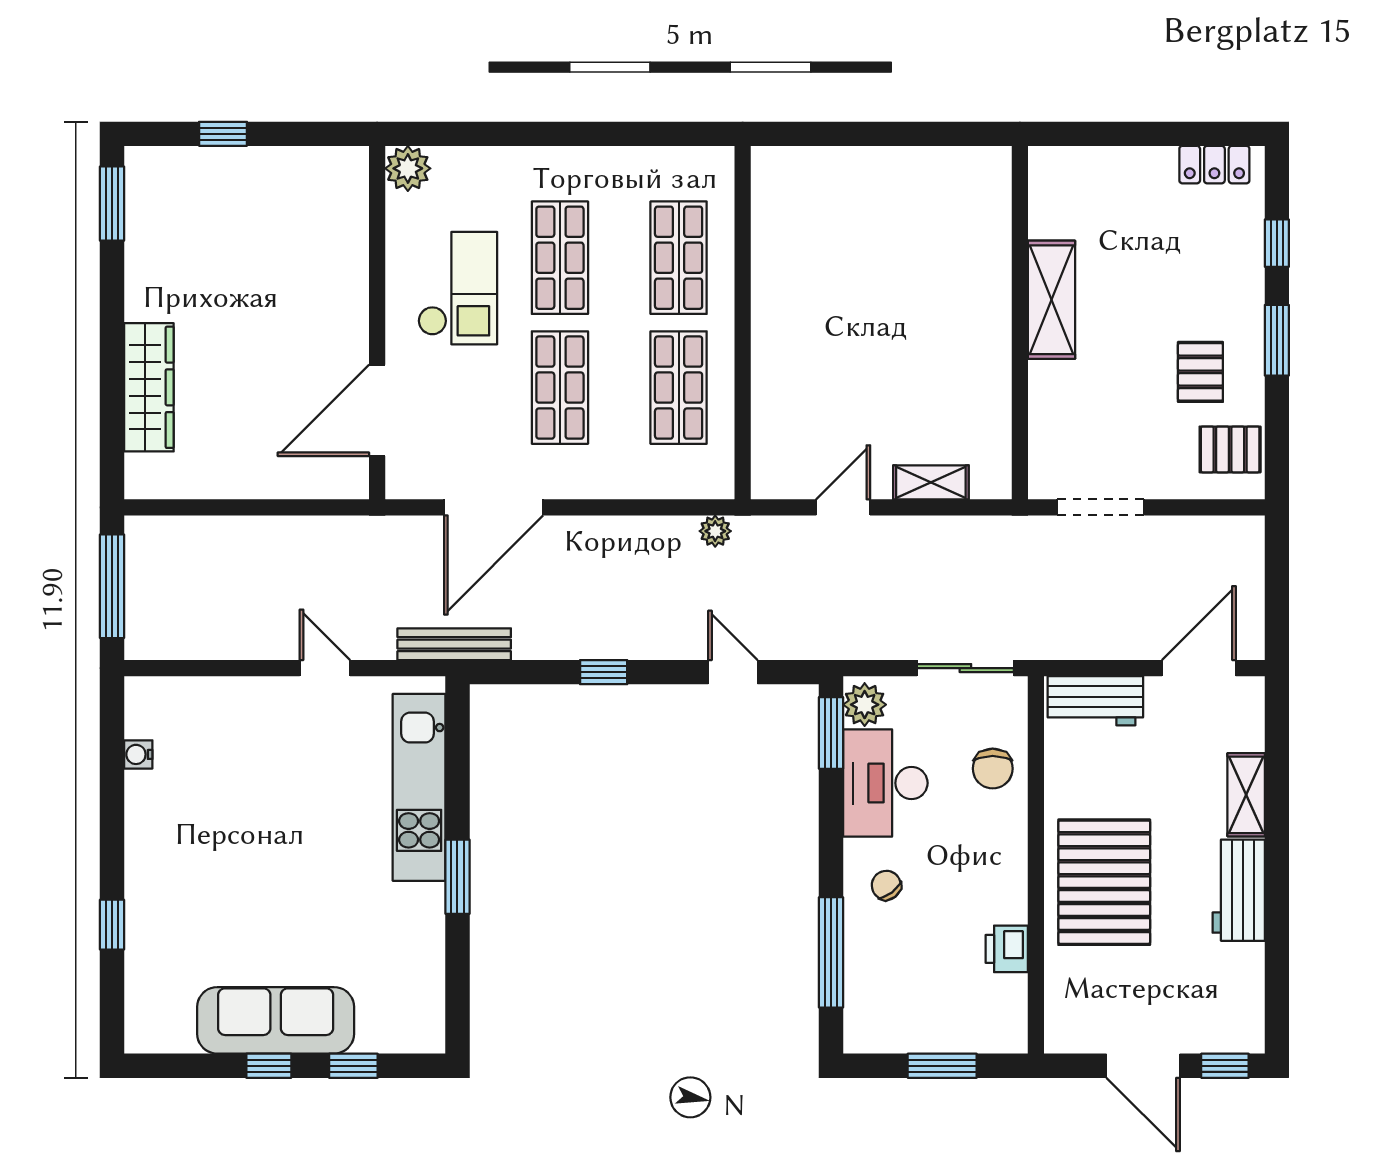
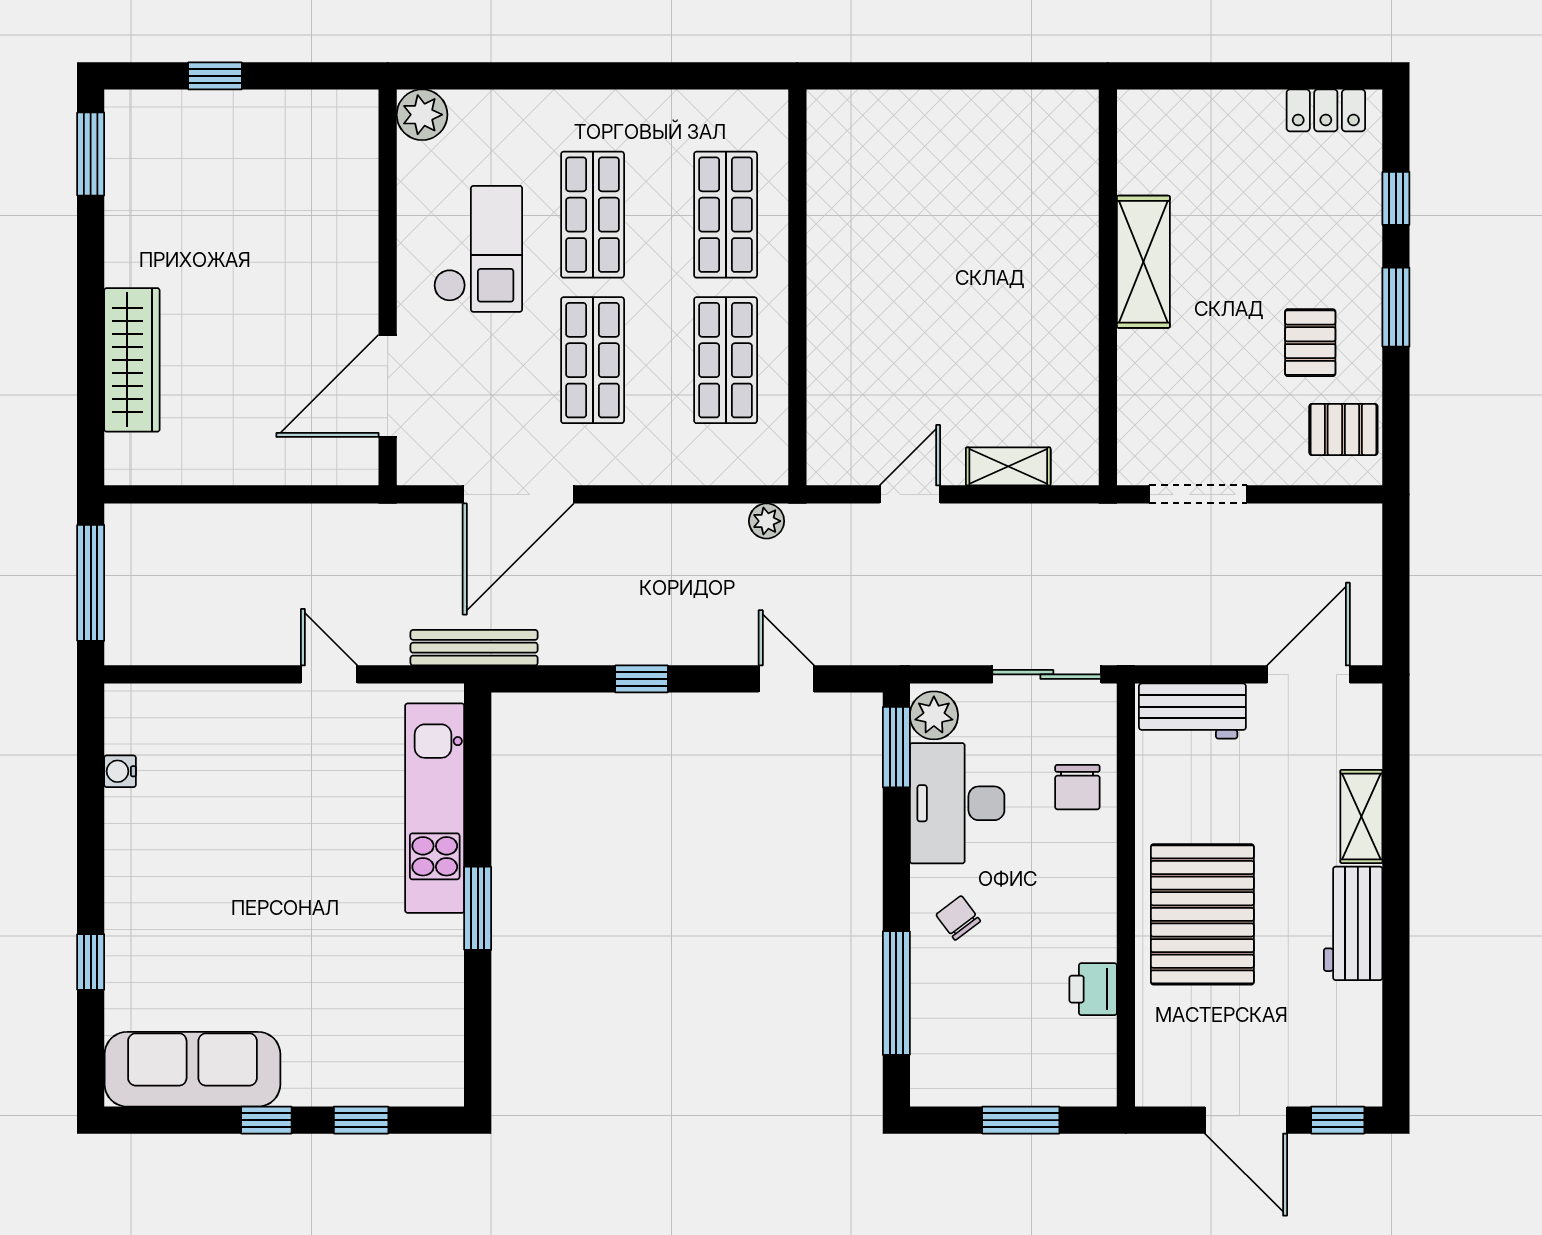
sofa: (276, 1020) -> (192, 1069), moved

